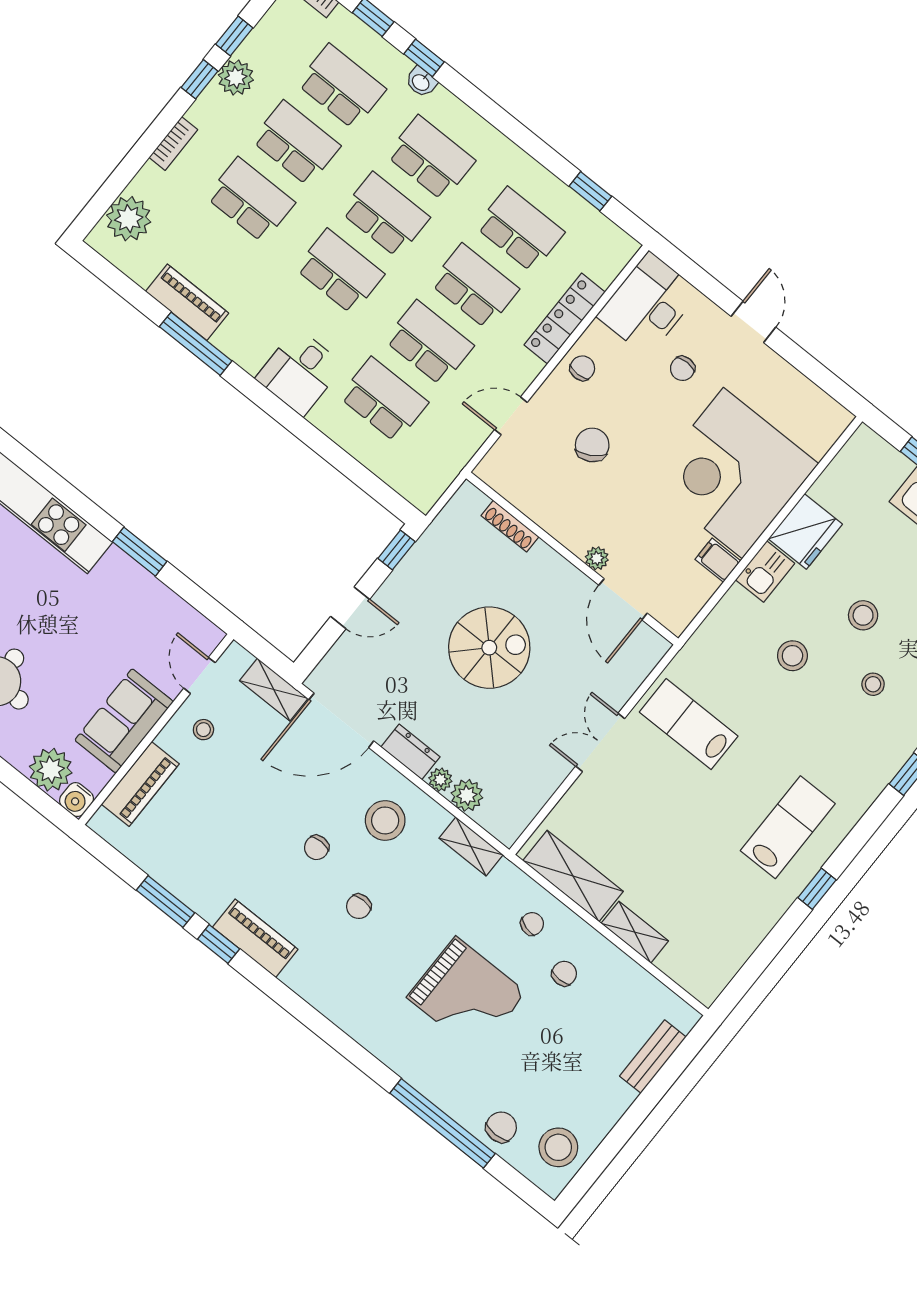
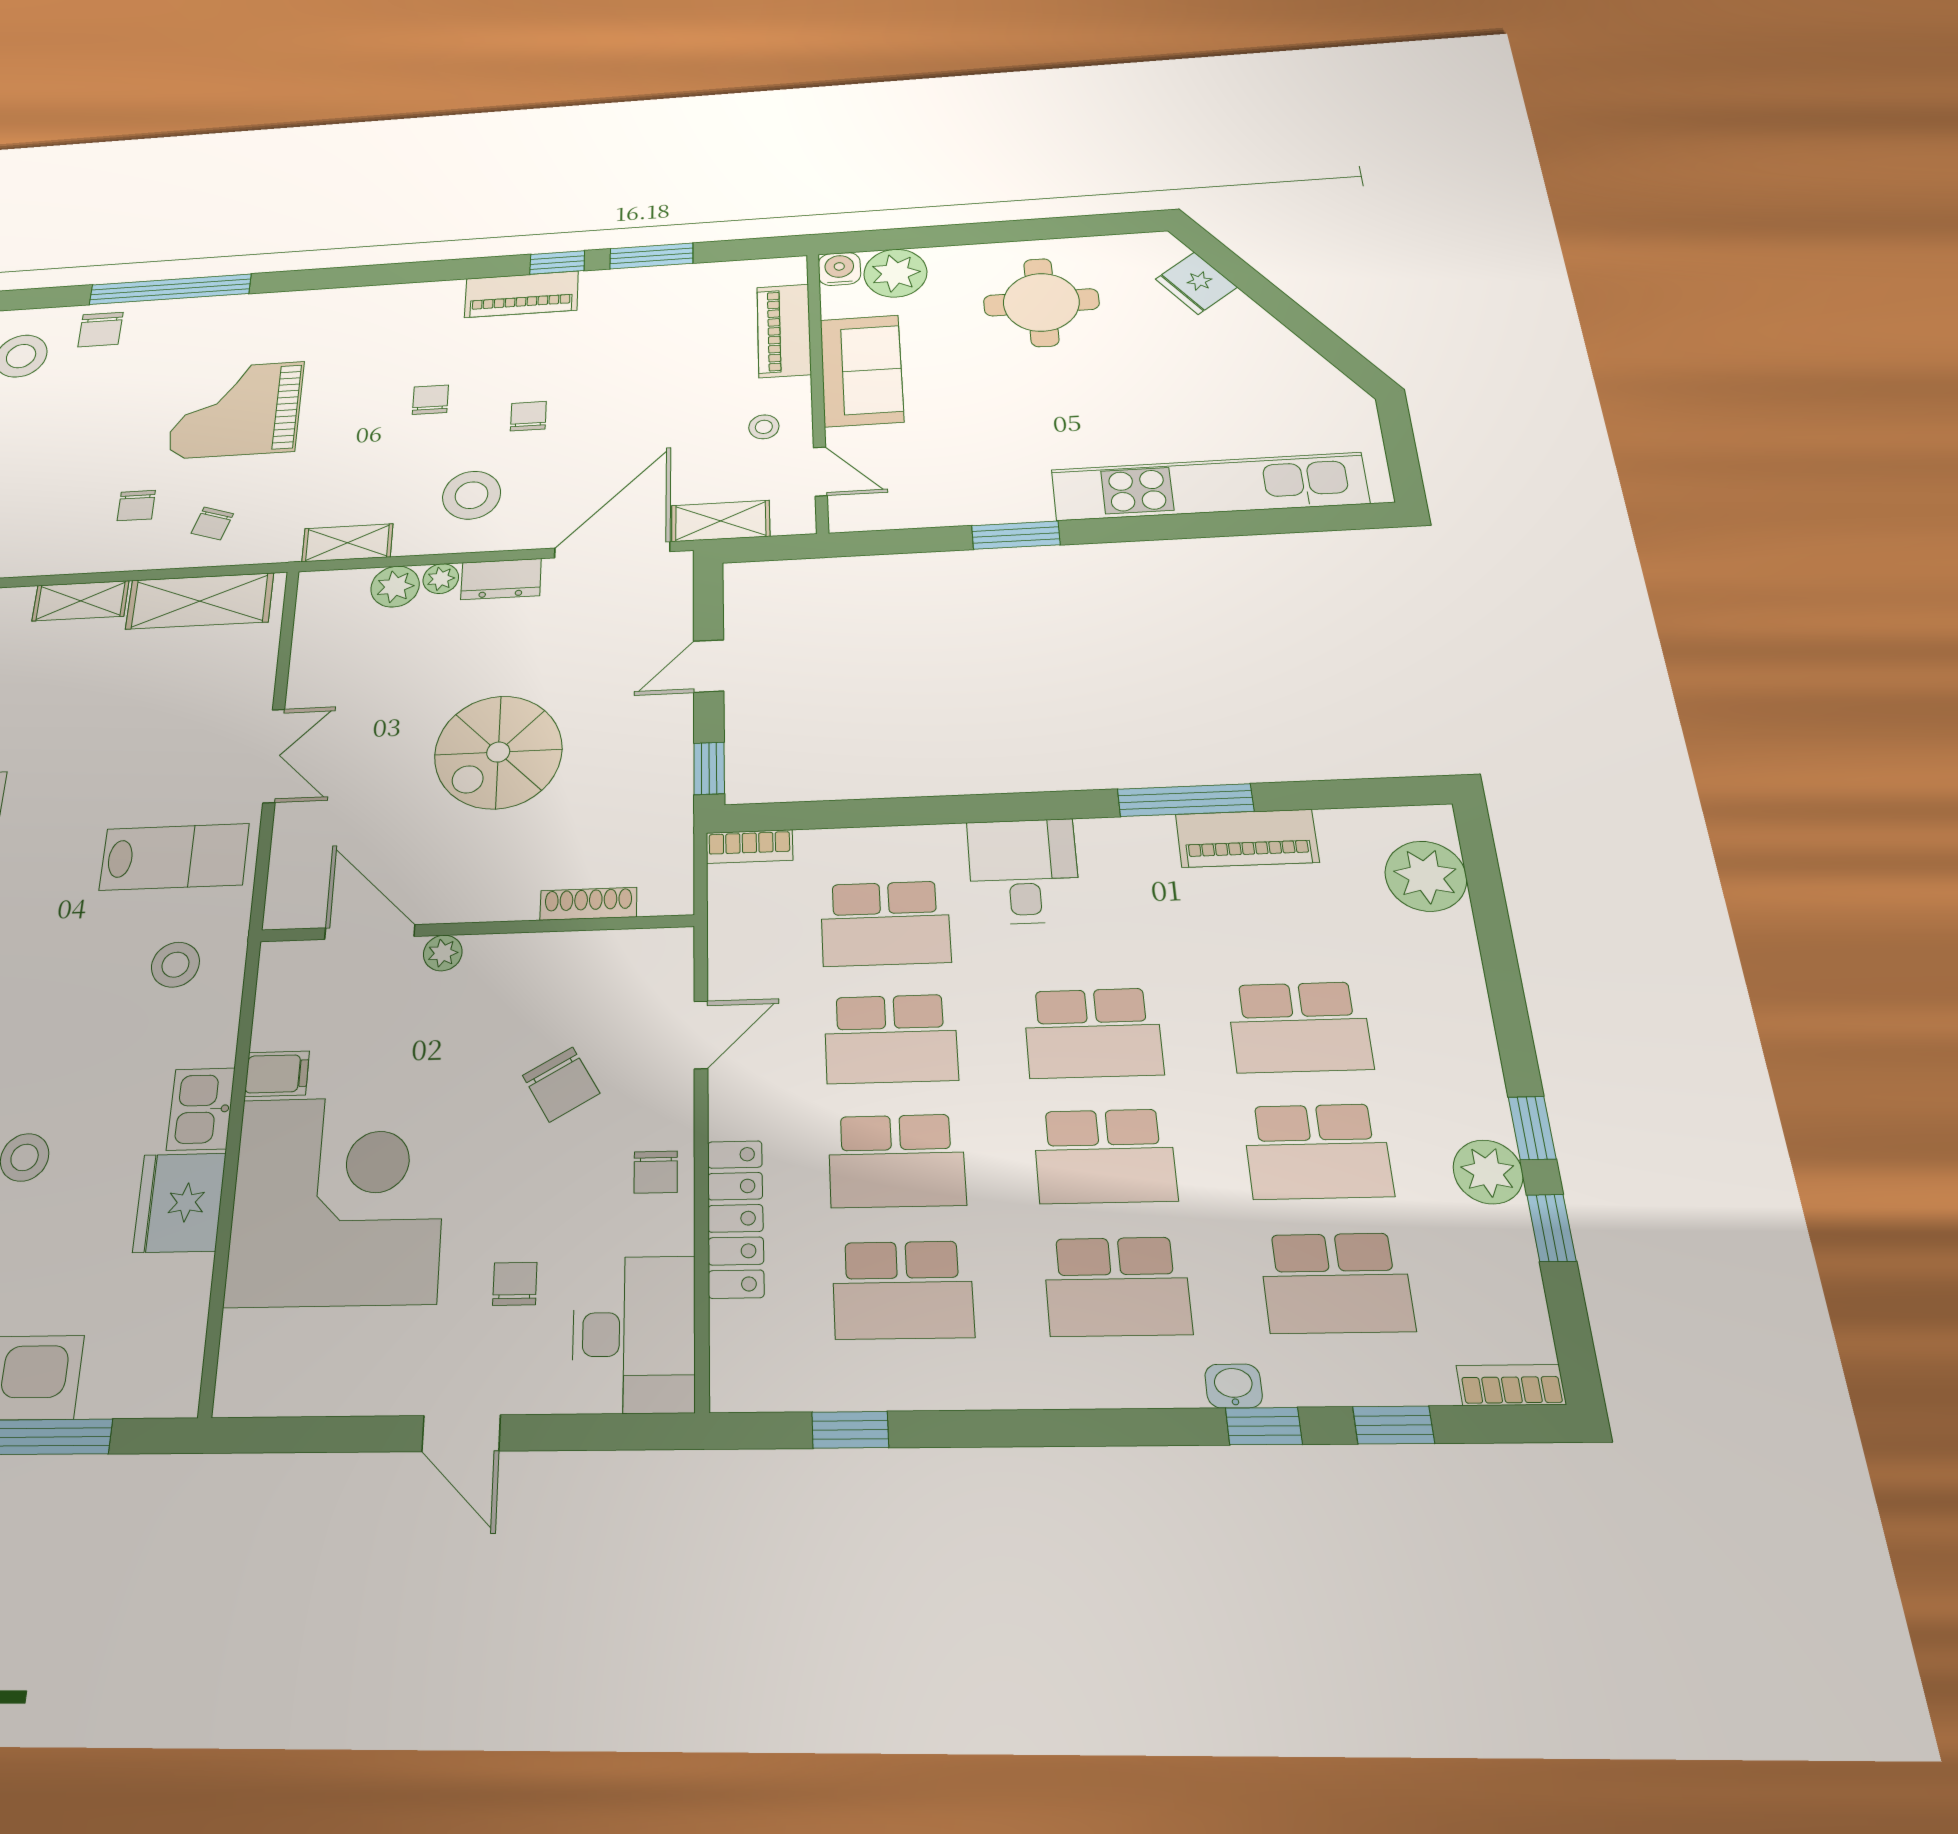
bookcase: (173, 144) -> (749, 847), moved, turned -90
stool: (792, 656) -> (175, 965), moved

